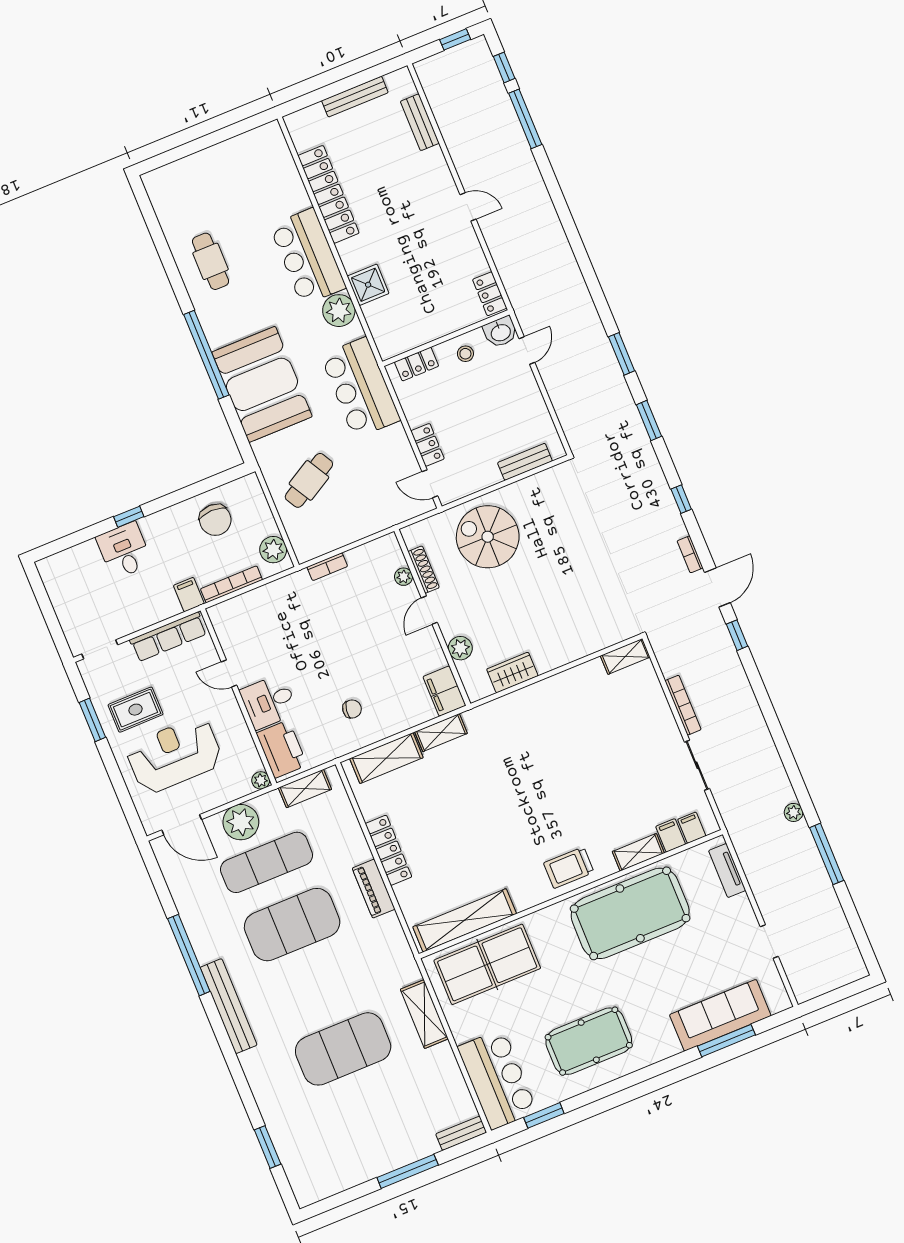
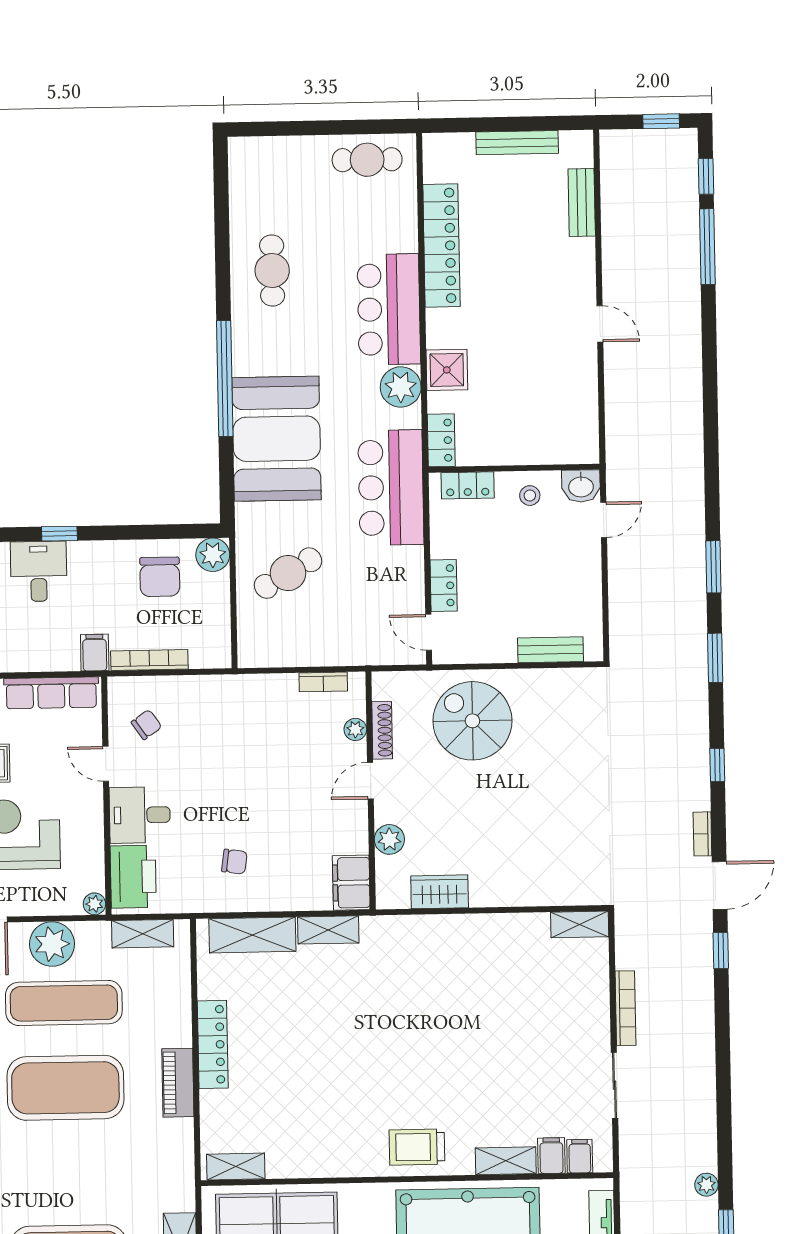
cafe table: (249, 152) -> (367, 160), added
locker: (490, 294) -> (441, 440), moved, turned 180
plant: (273, 550) -> (213, 555), moved
bookcase: (327, 567) -> (323, 682), moved
chair: (248, 633) -> (146, 725), added
shelving: (465, 920) -> (236, 1166), width x0.45, depth x0.75

